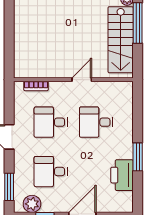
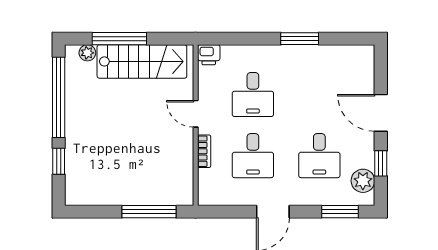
window: (9, 45) -> (149, 212), added
bookcase: (36, 86) -> (204, 151), moved
printer: (122, 175) -> (209, 55), moved, width x0.53, depth x0.68

